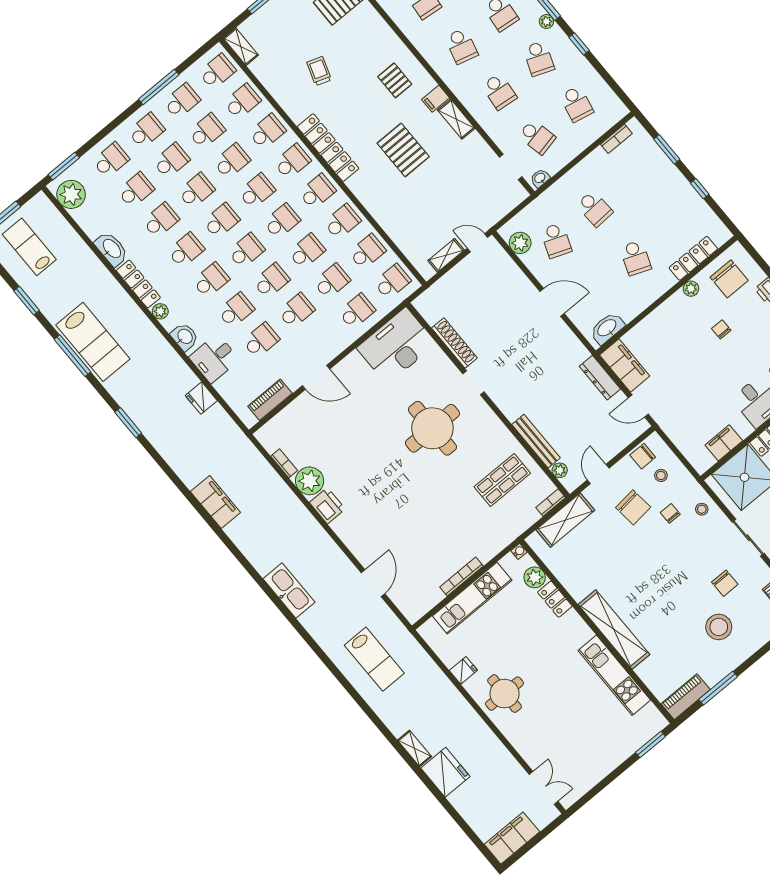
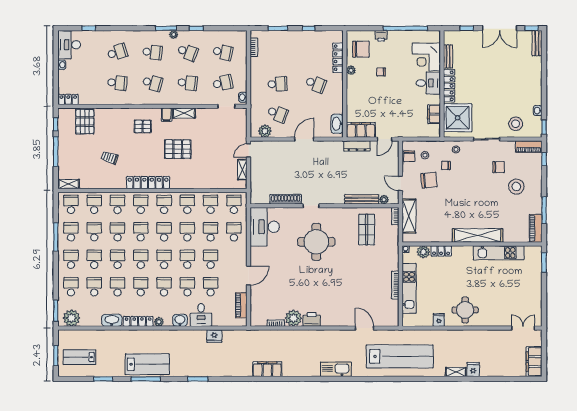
lab bench: (374, 659) -> (400, 356), width x1.86, depth x1.39
fridge: (445, 772) -> (473, 369), width x0.53, depth x0.75

